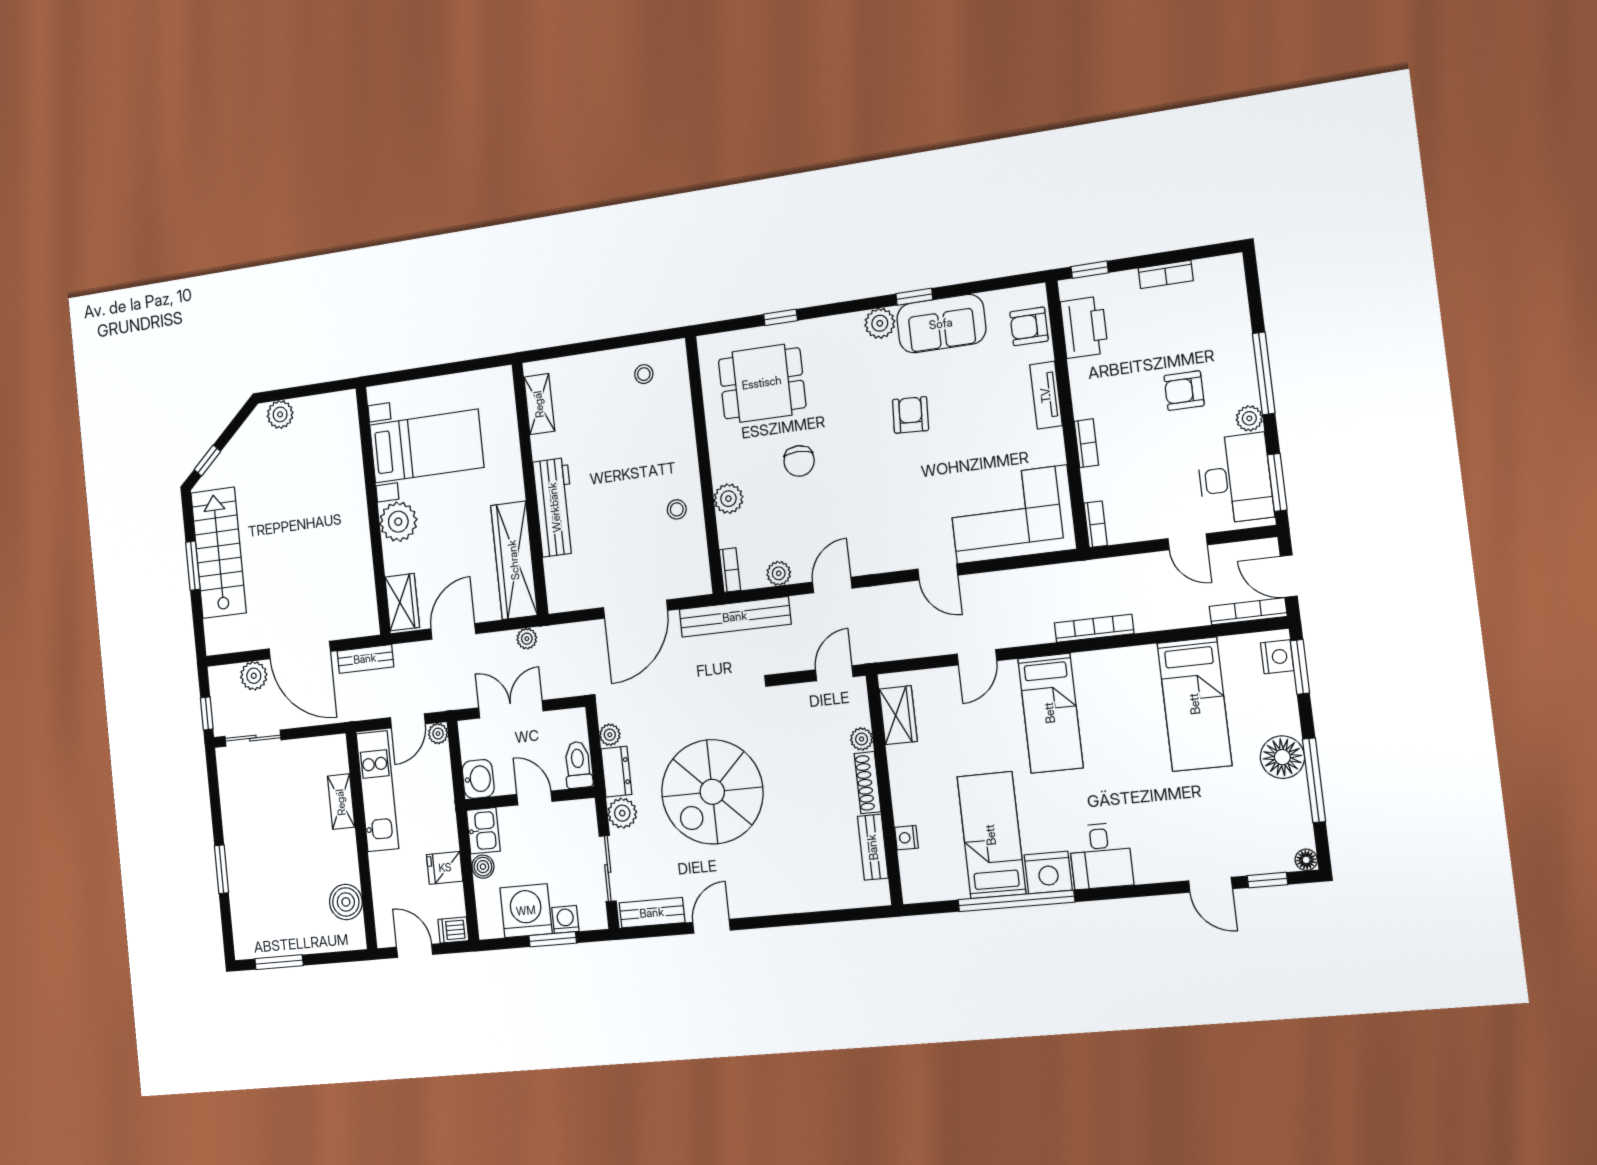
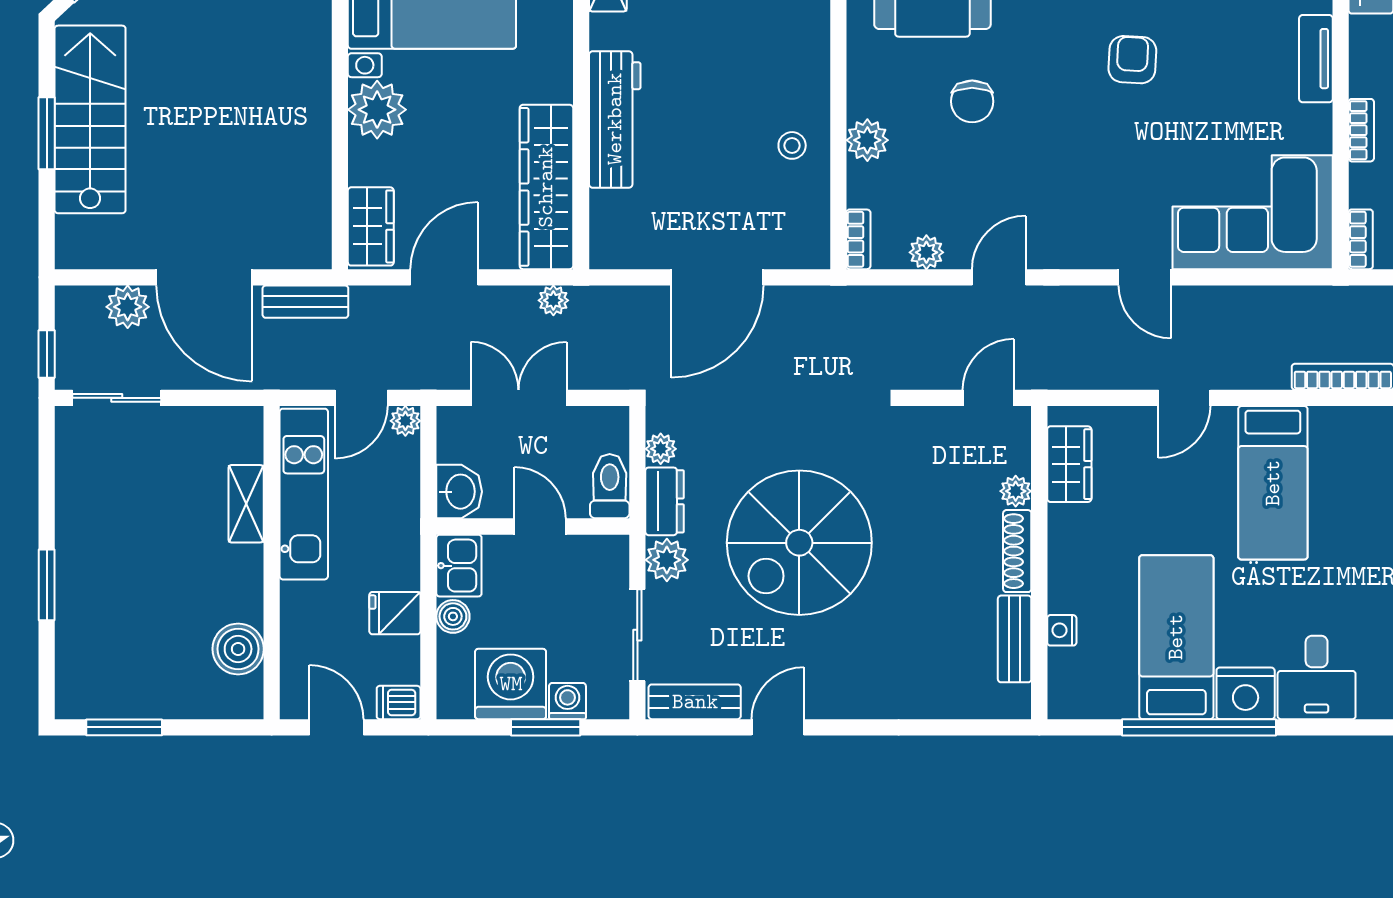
bench: (735, 617) -> (858, 305), removed

